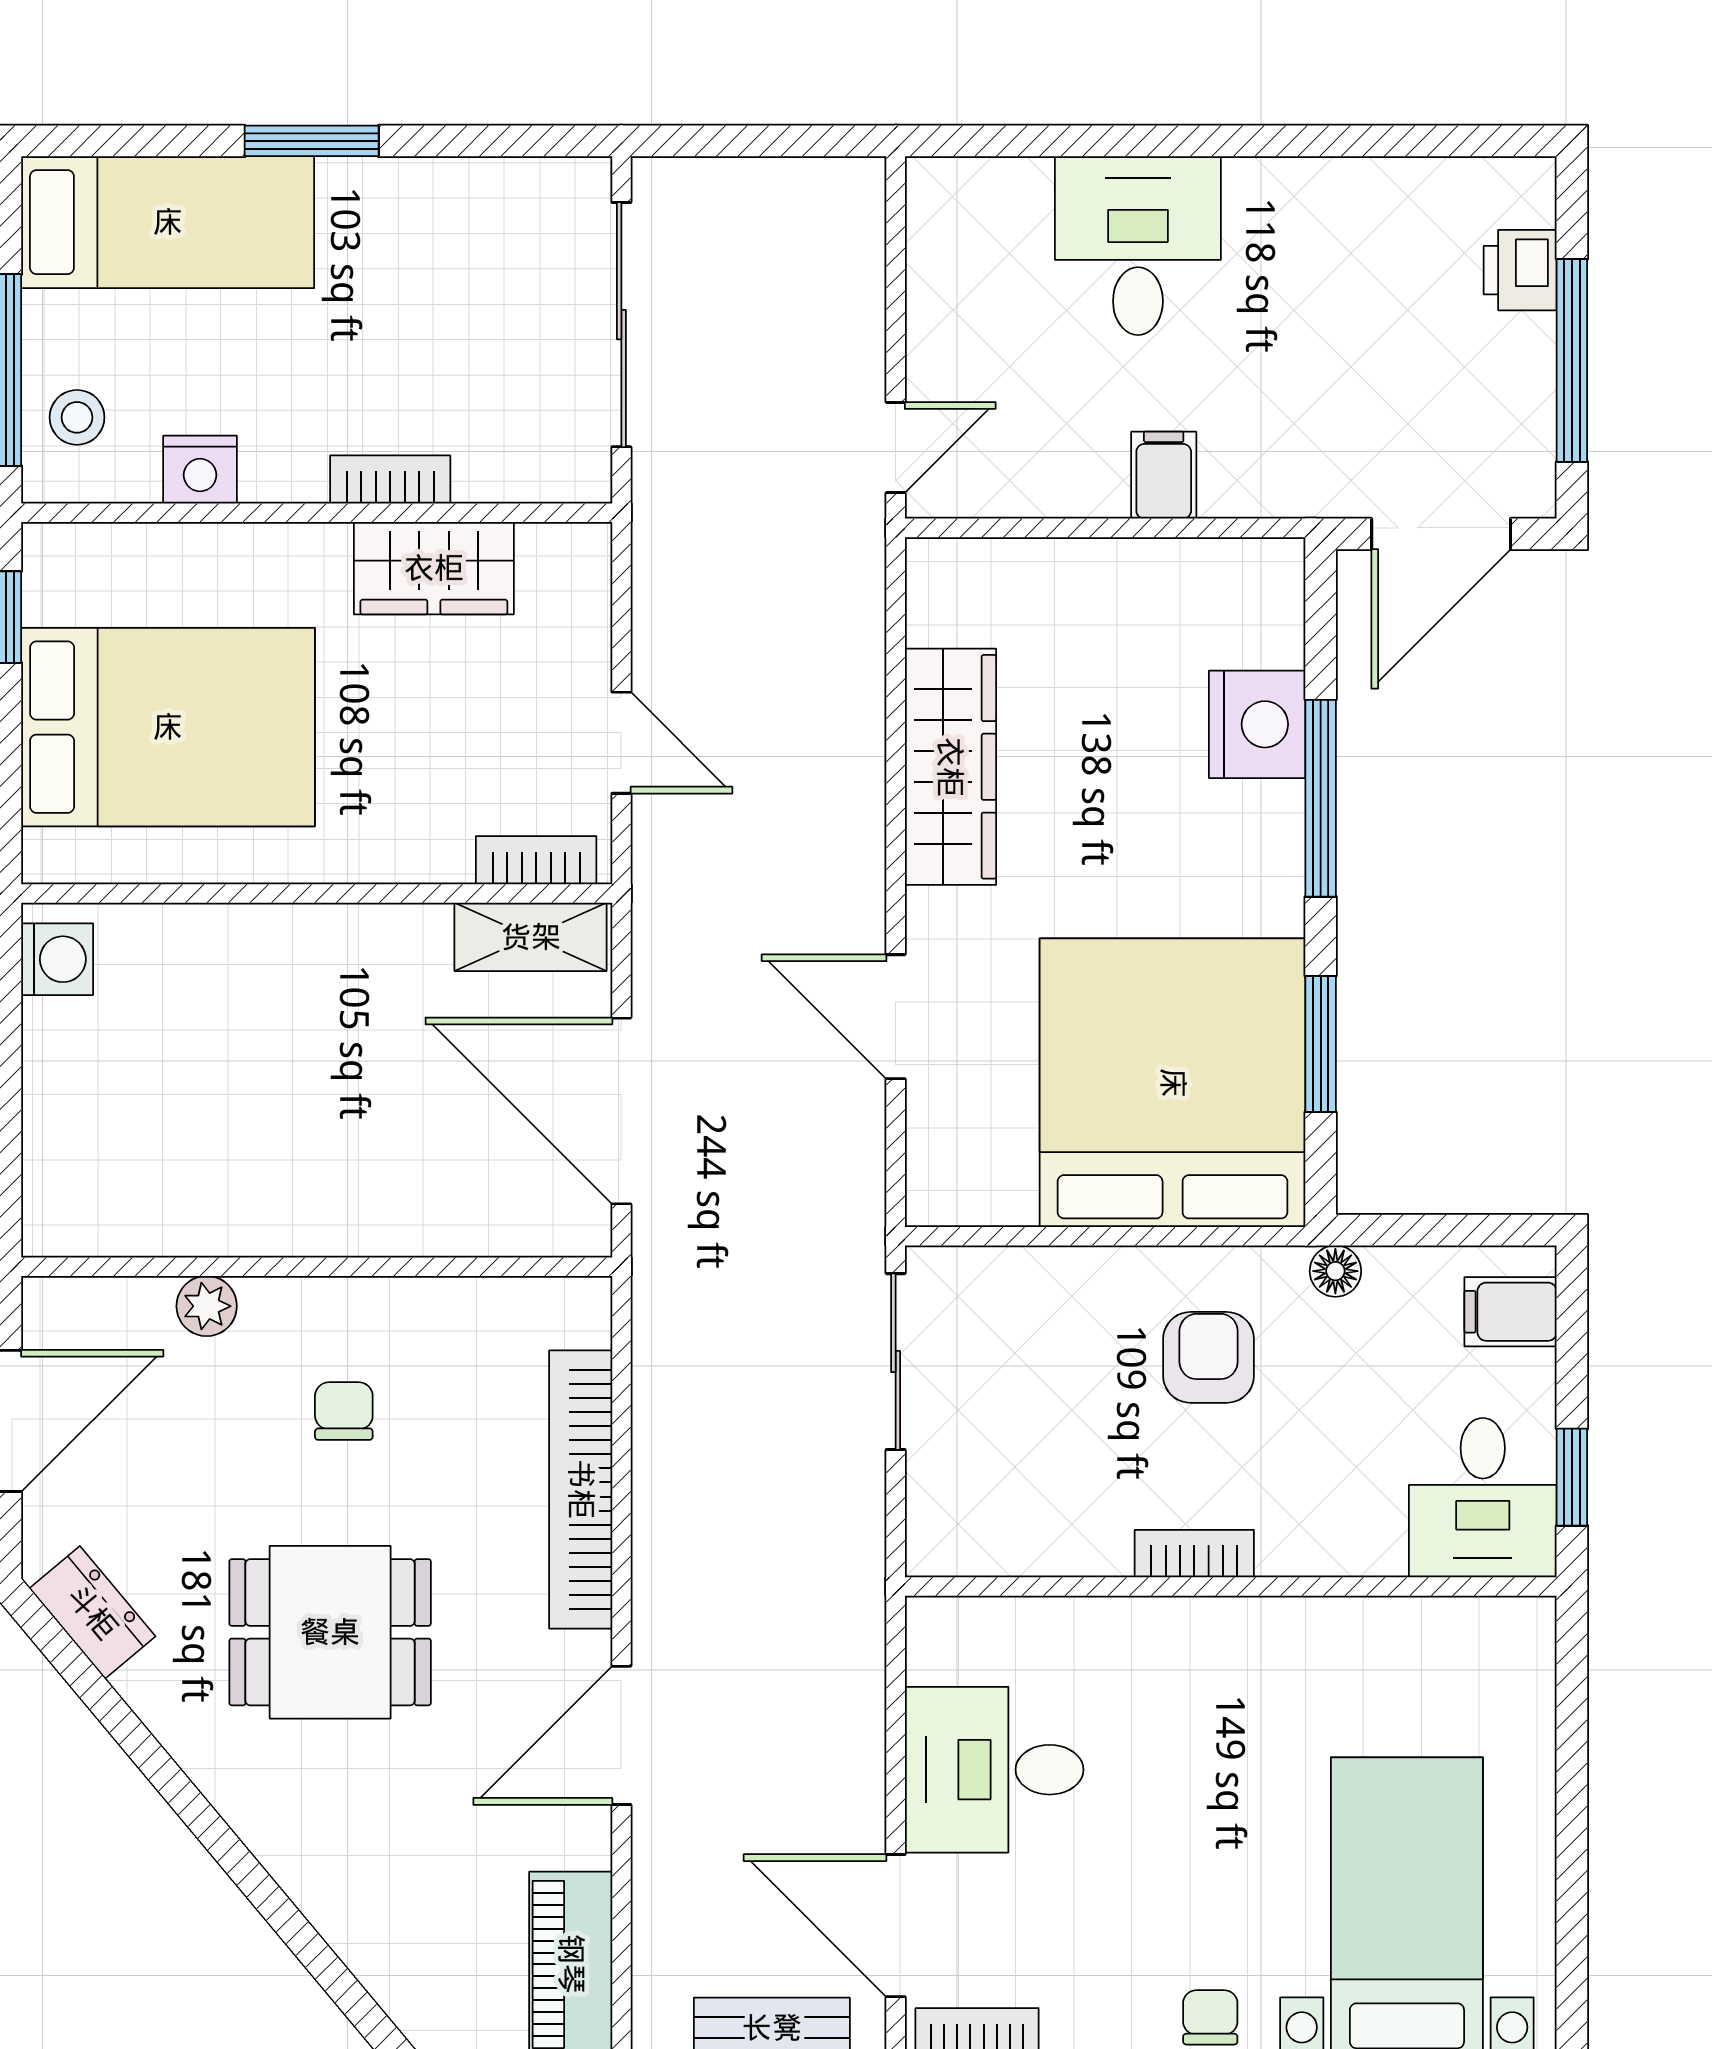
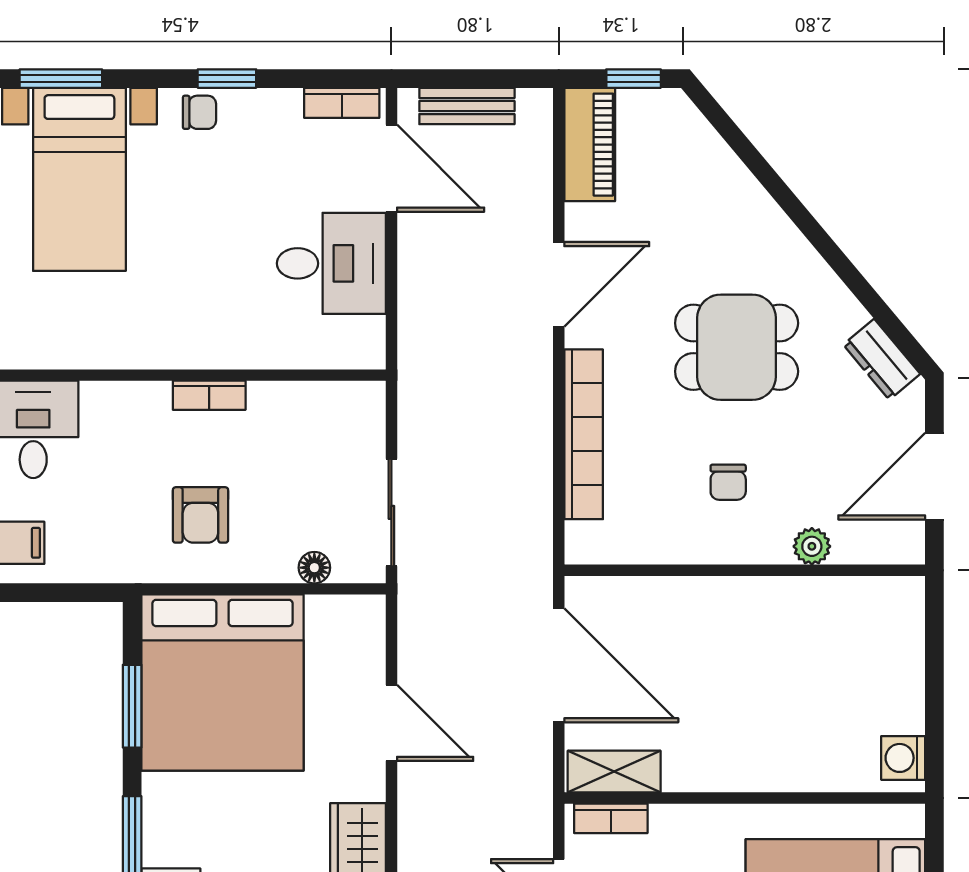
floor lamp: (1335, 1271) -> (314, 568), moved
chair: (1210, 2017) -> (199, 112), turned -90

